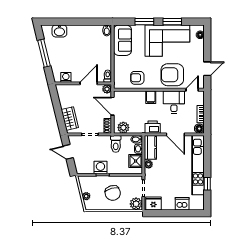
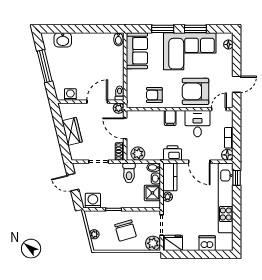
wardrobe: (70, 119) -> (72, 131), moved
washing machine: (100, 167) -> (93, 201), moved
window: (207, 184) -> (237, 178), moved

